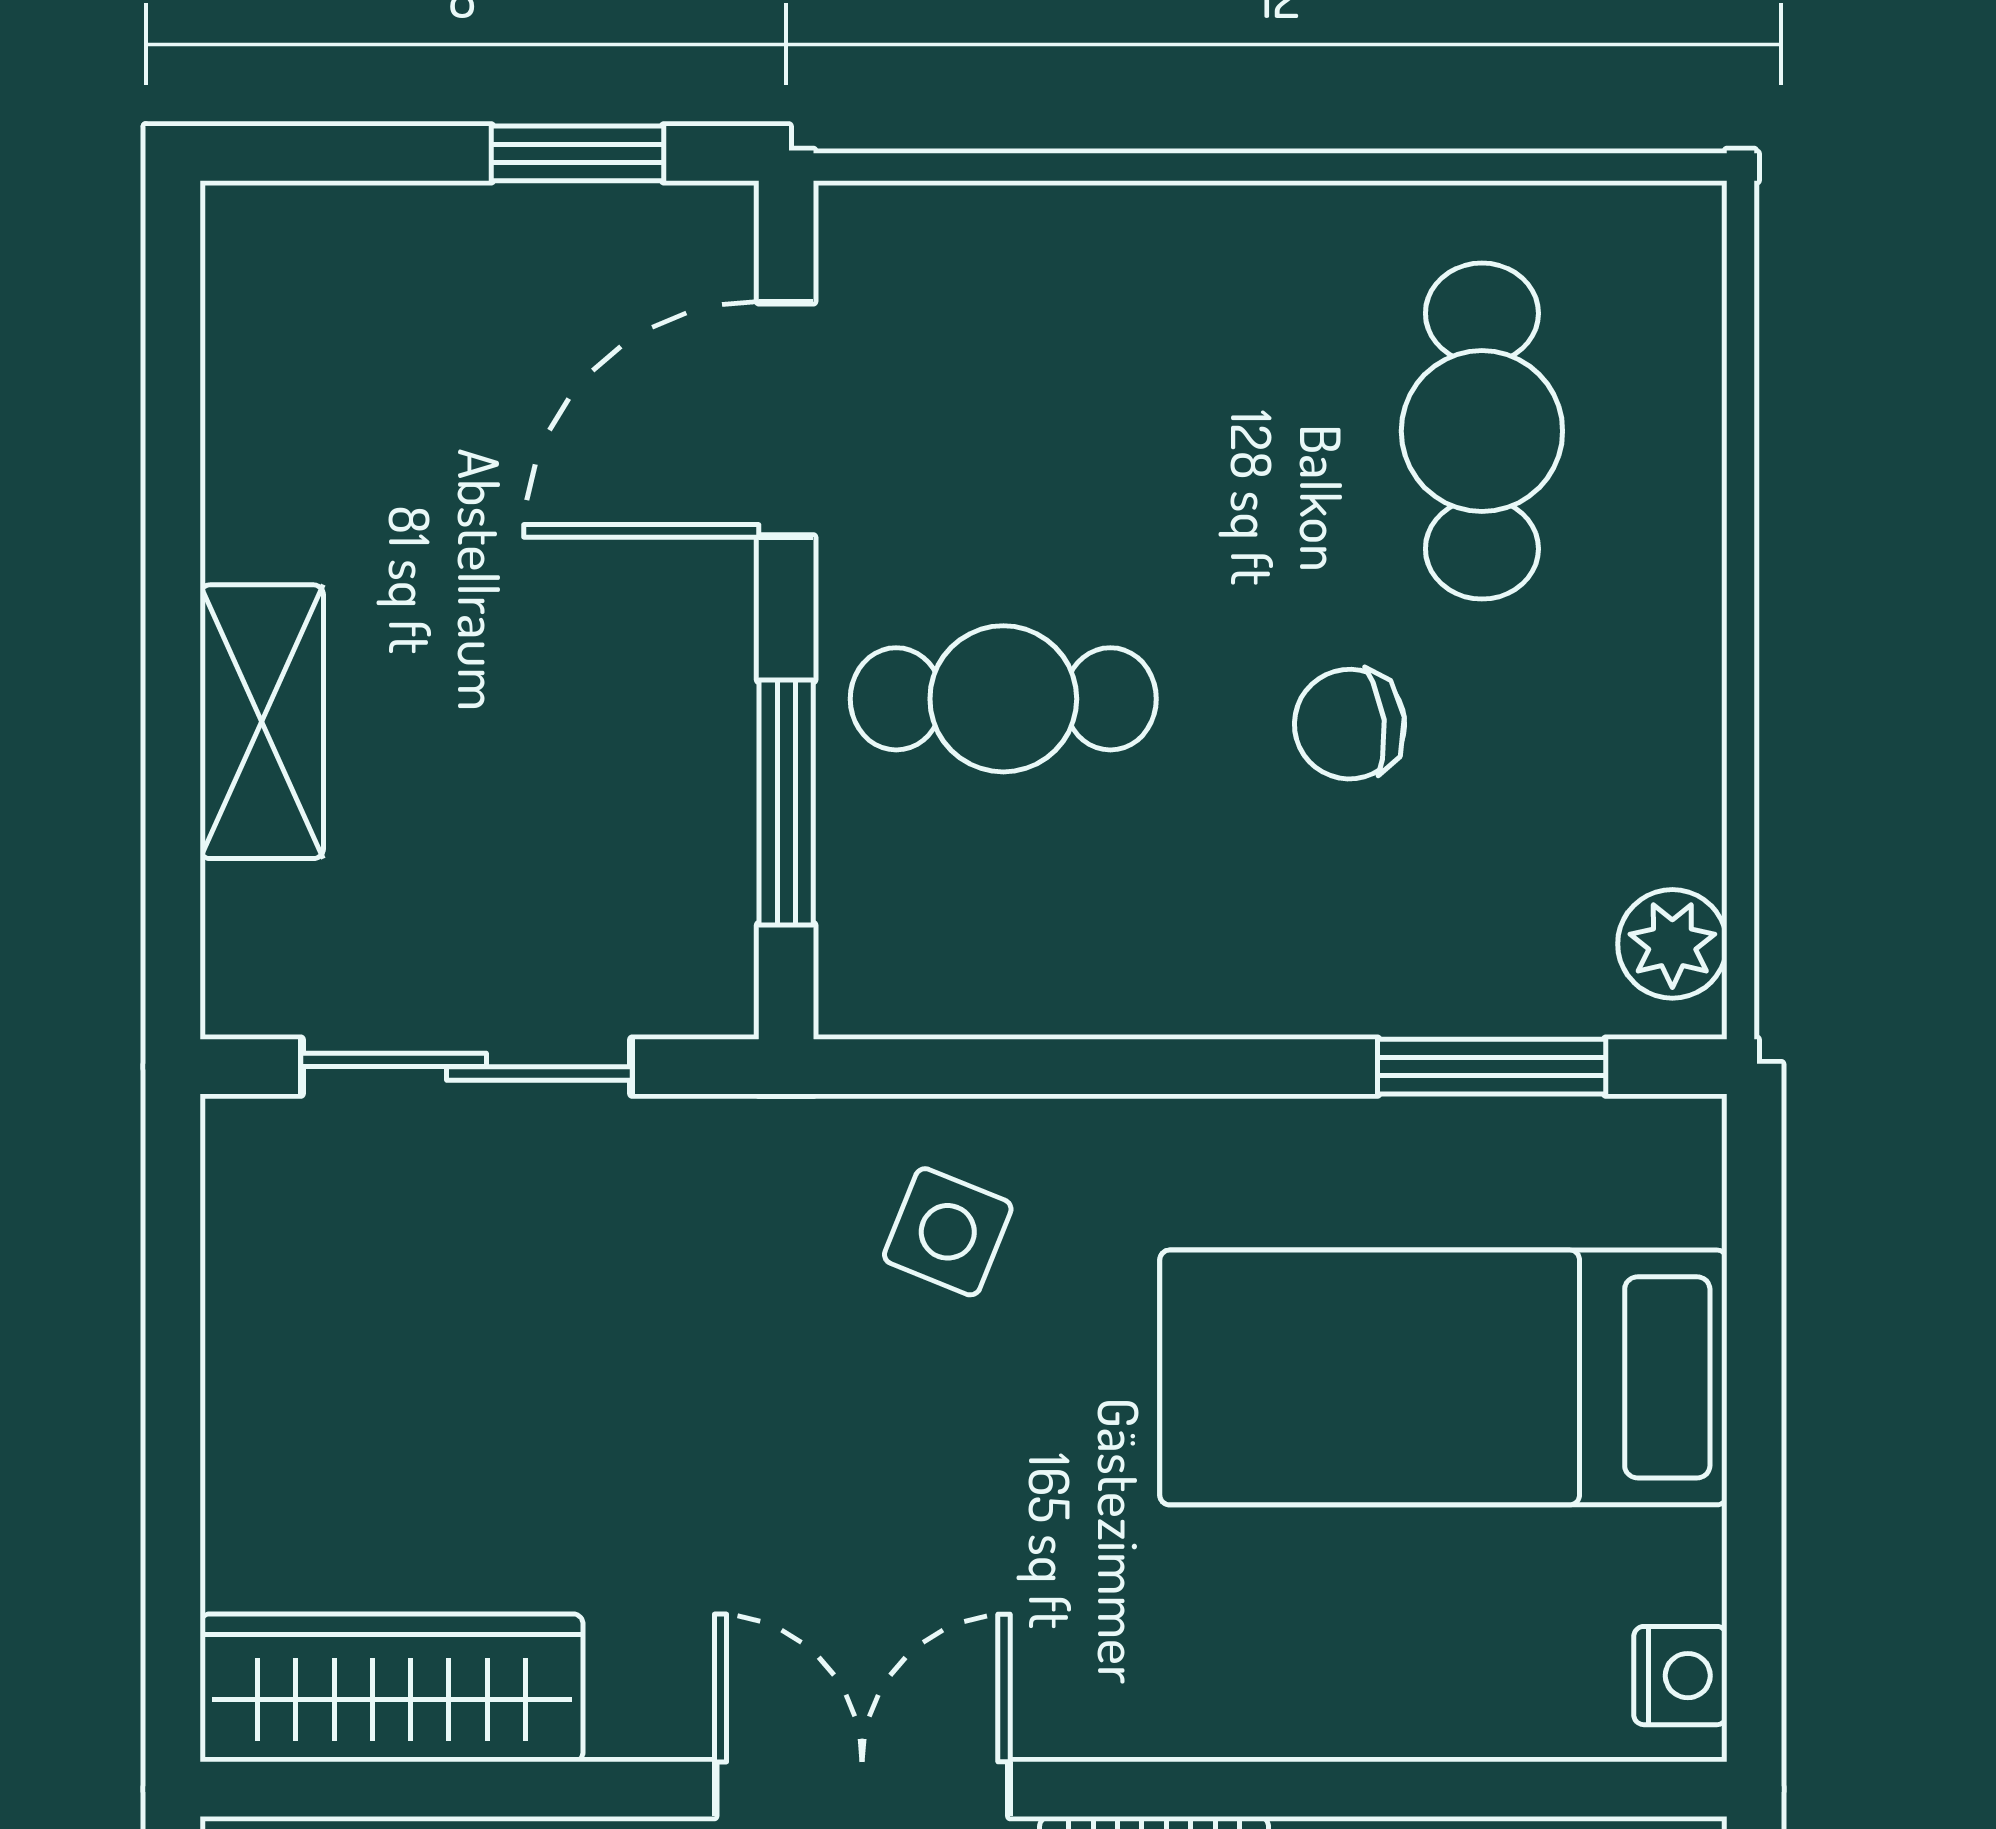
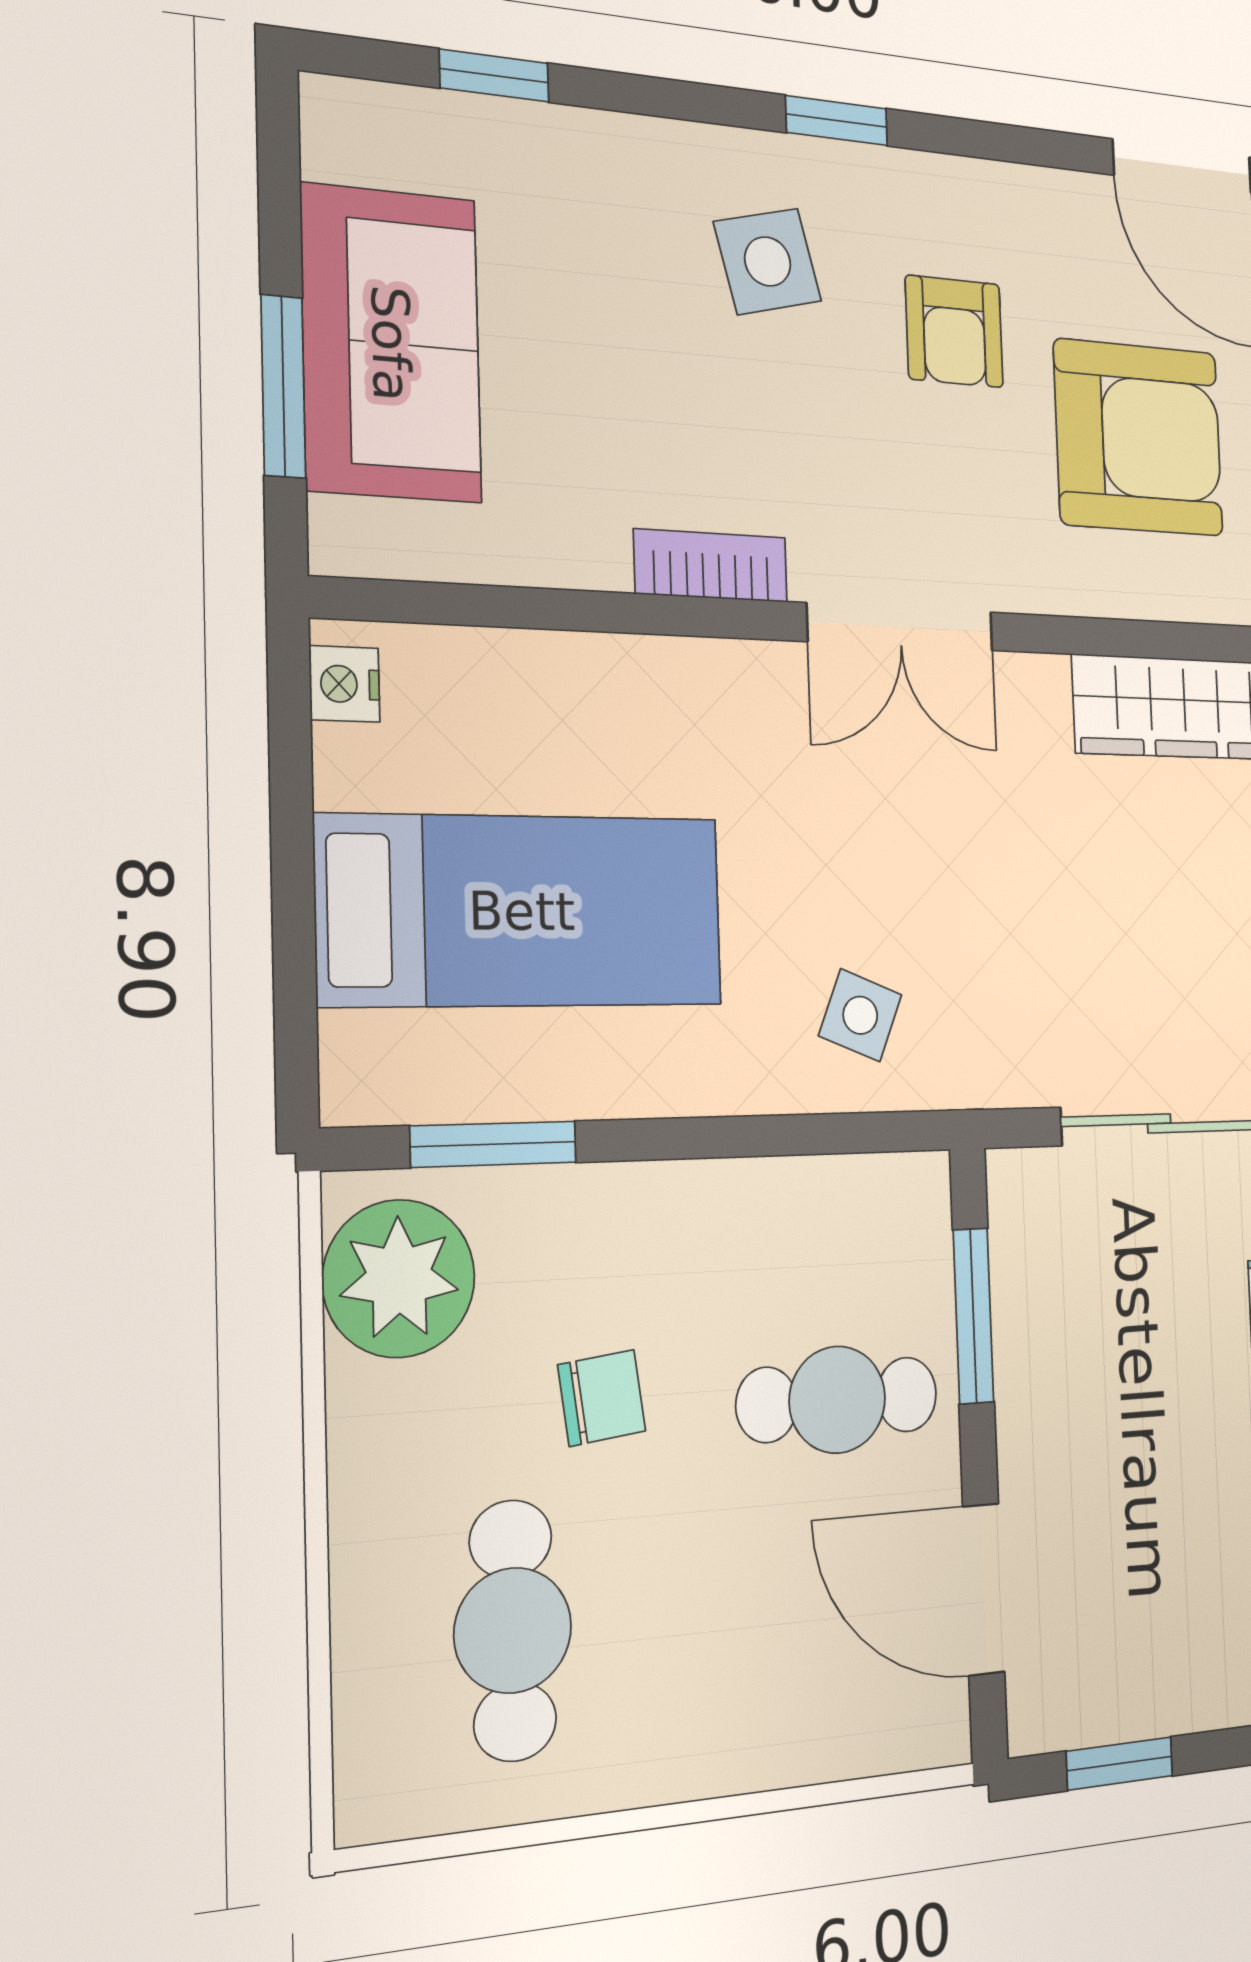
door: (786, 419) -> (984, 1589), swing flipped
plant: (1672, 944) -> (399, 1279), width x1.88, depth x1.88

